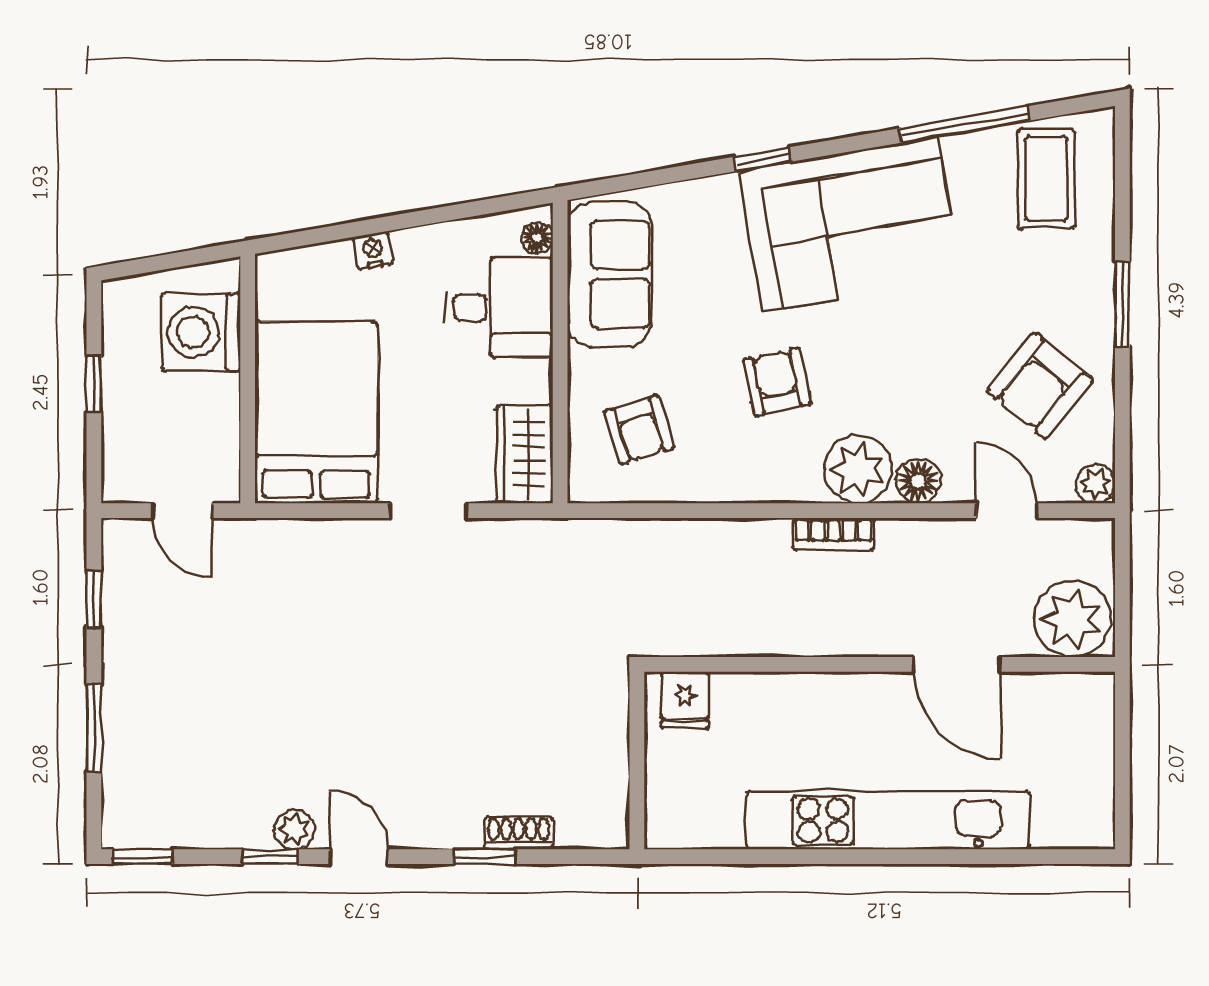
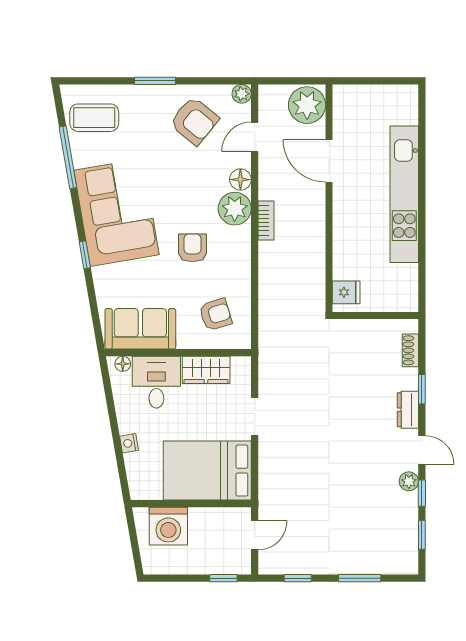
armchair: (777, 382) -> (193, 248), turned 102
window: (94, 383) -> (223, 578), moved
wardrobe: (524, 454) -> (206, 370), moved
door: (957, 664) -> (329, 161), swing flipped
dresser: (442, 828) -> (408, 410), added
shoe rack: (519, 833) -> (410, 350), moved
window: (142, 857) -> (422, 535), moved
door: (359, 857) -> (422, 450), swing flipped

